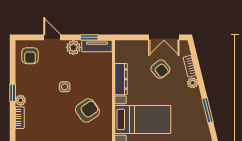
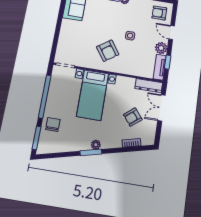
door: (52, 37) -> (172, 33), swing flipped
double door: (164, 37) -> (161, 108), moved
dresser: (121, 79) -> (149, 86), moved
plant: (193, 83) -> (96, 145), moved

